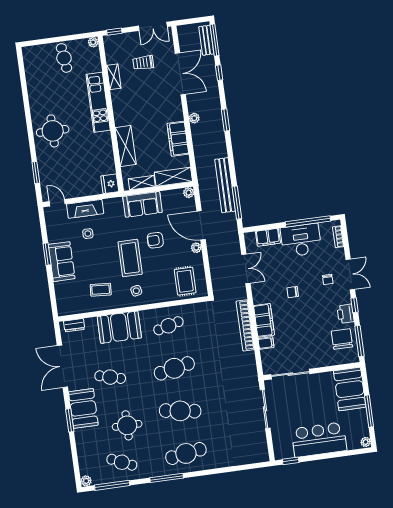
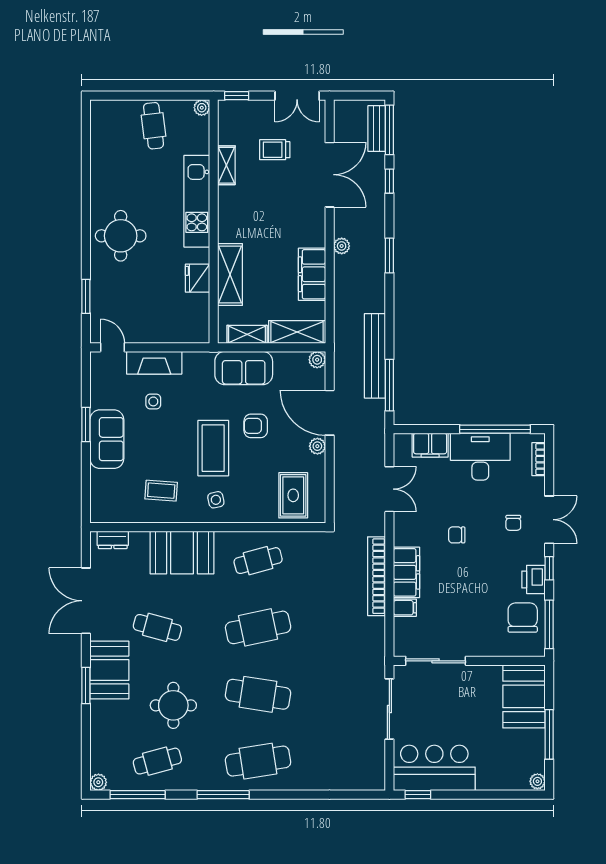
fridge: (110, 184) -> (198, 278), moved
bar counter: (319, 440) -> (434, 768), moved
cafe table: (122, 462) -> (157, 761), turned -39

